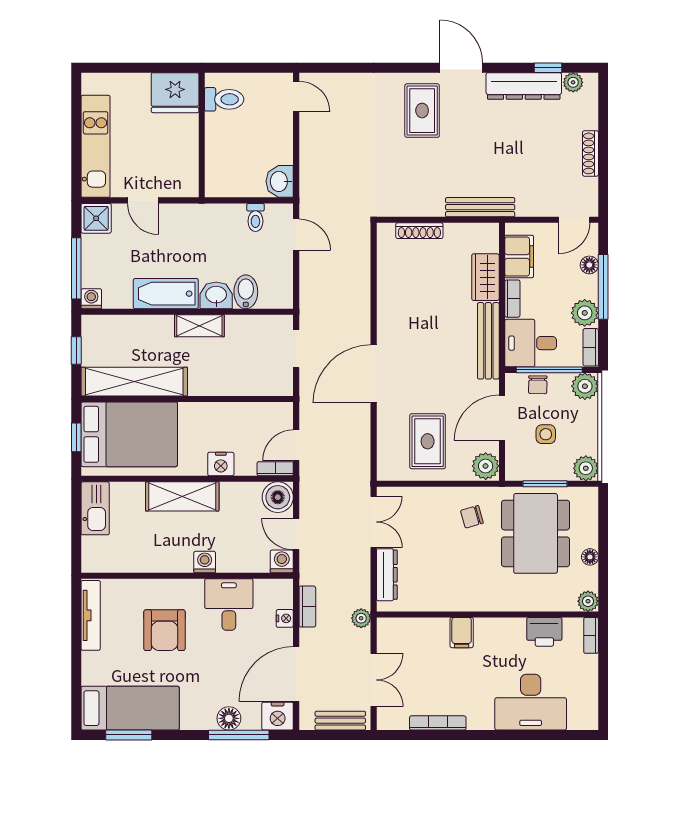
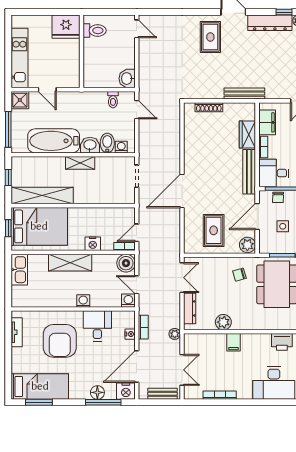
bathtub: (166, 294) -> (54, 141), width x1.36, depth x1.36
washing machine: (91, 299) -> (121, 147), moved
plant: (444, 598) -> (223, 322), added
tv unit: (91, 615) -> (17, 332), width x0.71
armchair: (164, 630) -> (60, 341), width x1.36, depth x1.36

